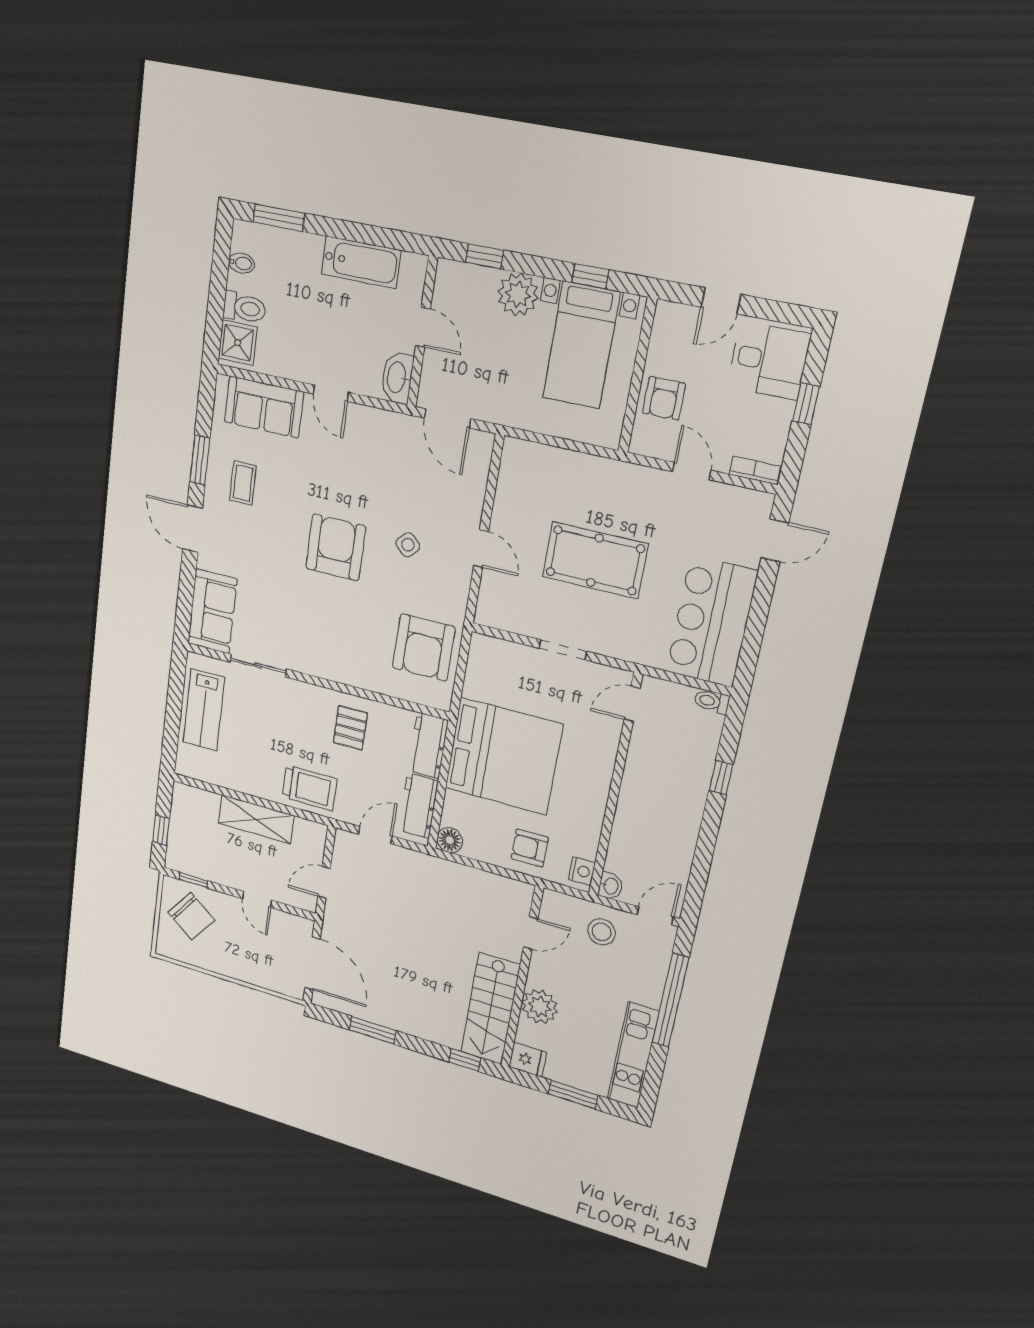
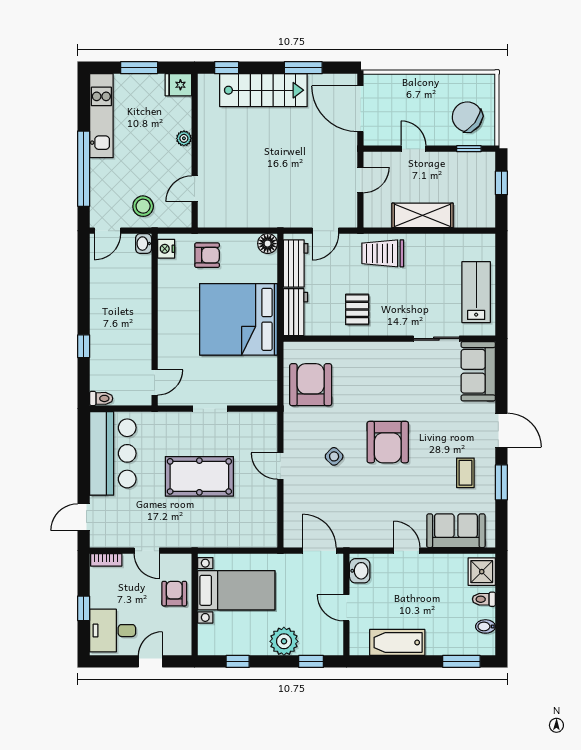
toilet: (244, 308) -> (484, 599), width x0.73, depth x0.72
bed with nightstands: (581, 345) -> (236, 590), moved, turned 90
washbasin: (397, 378) -> (360, 571), width x0.72
plant: (540, 1007) -> (184, 138), width x0.53, depth x0.53
stairs: (490, 1009) -> (263, 90), moved, turned 90

